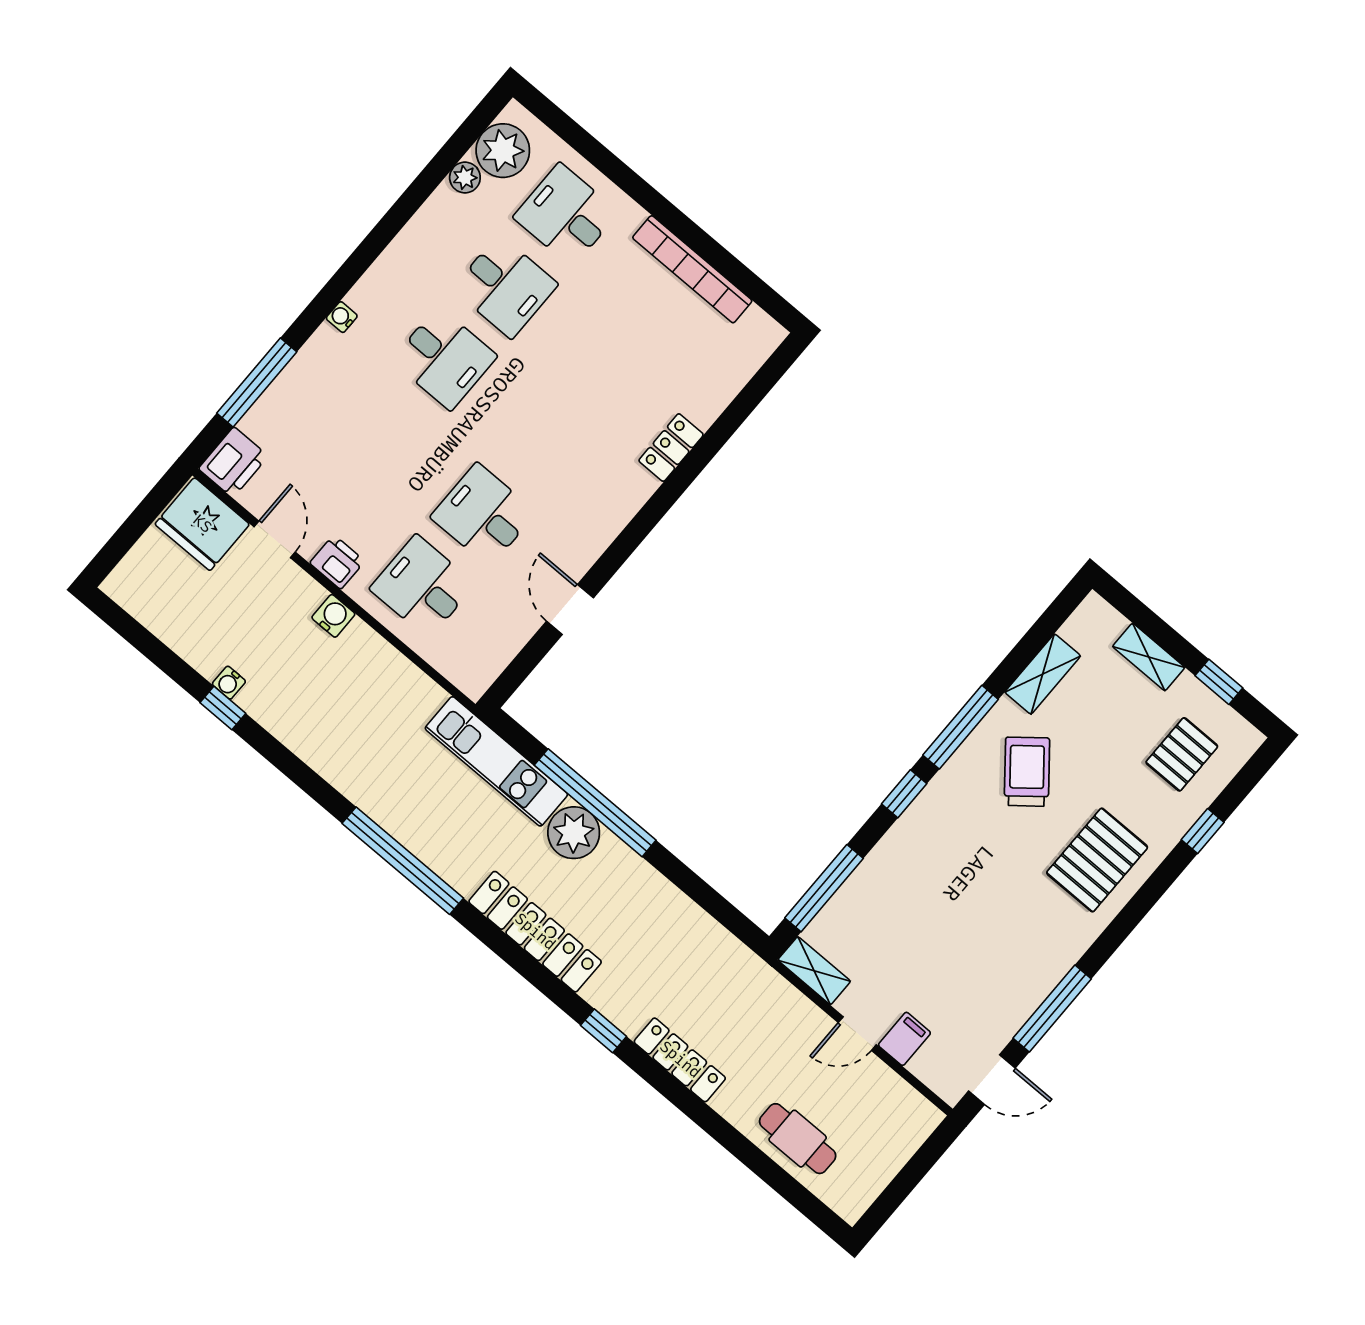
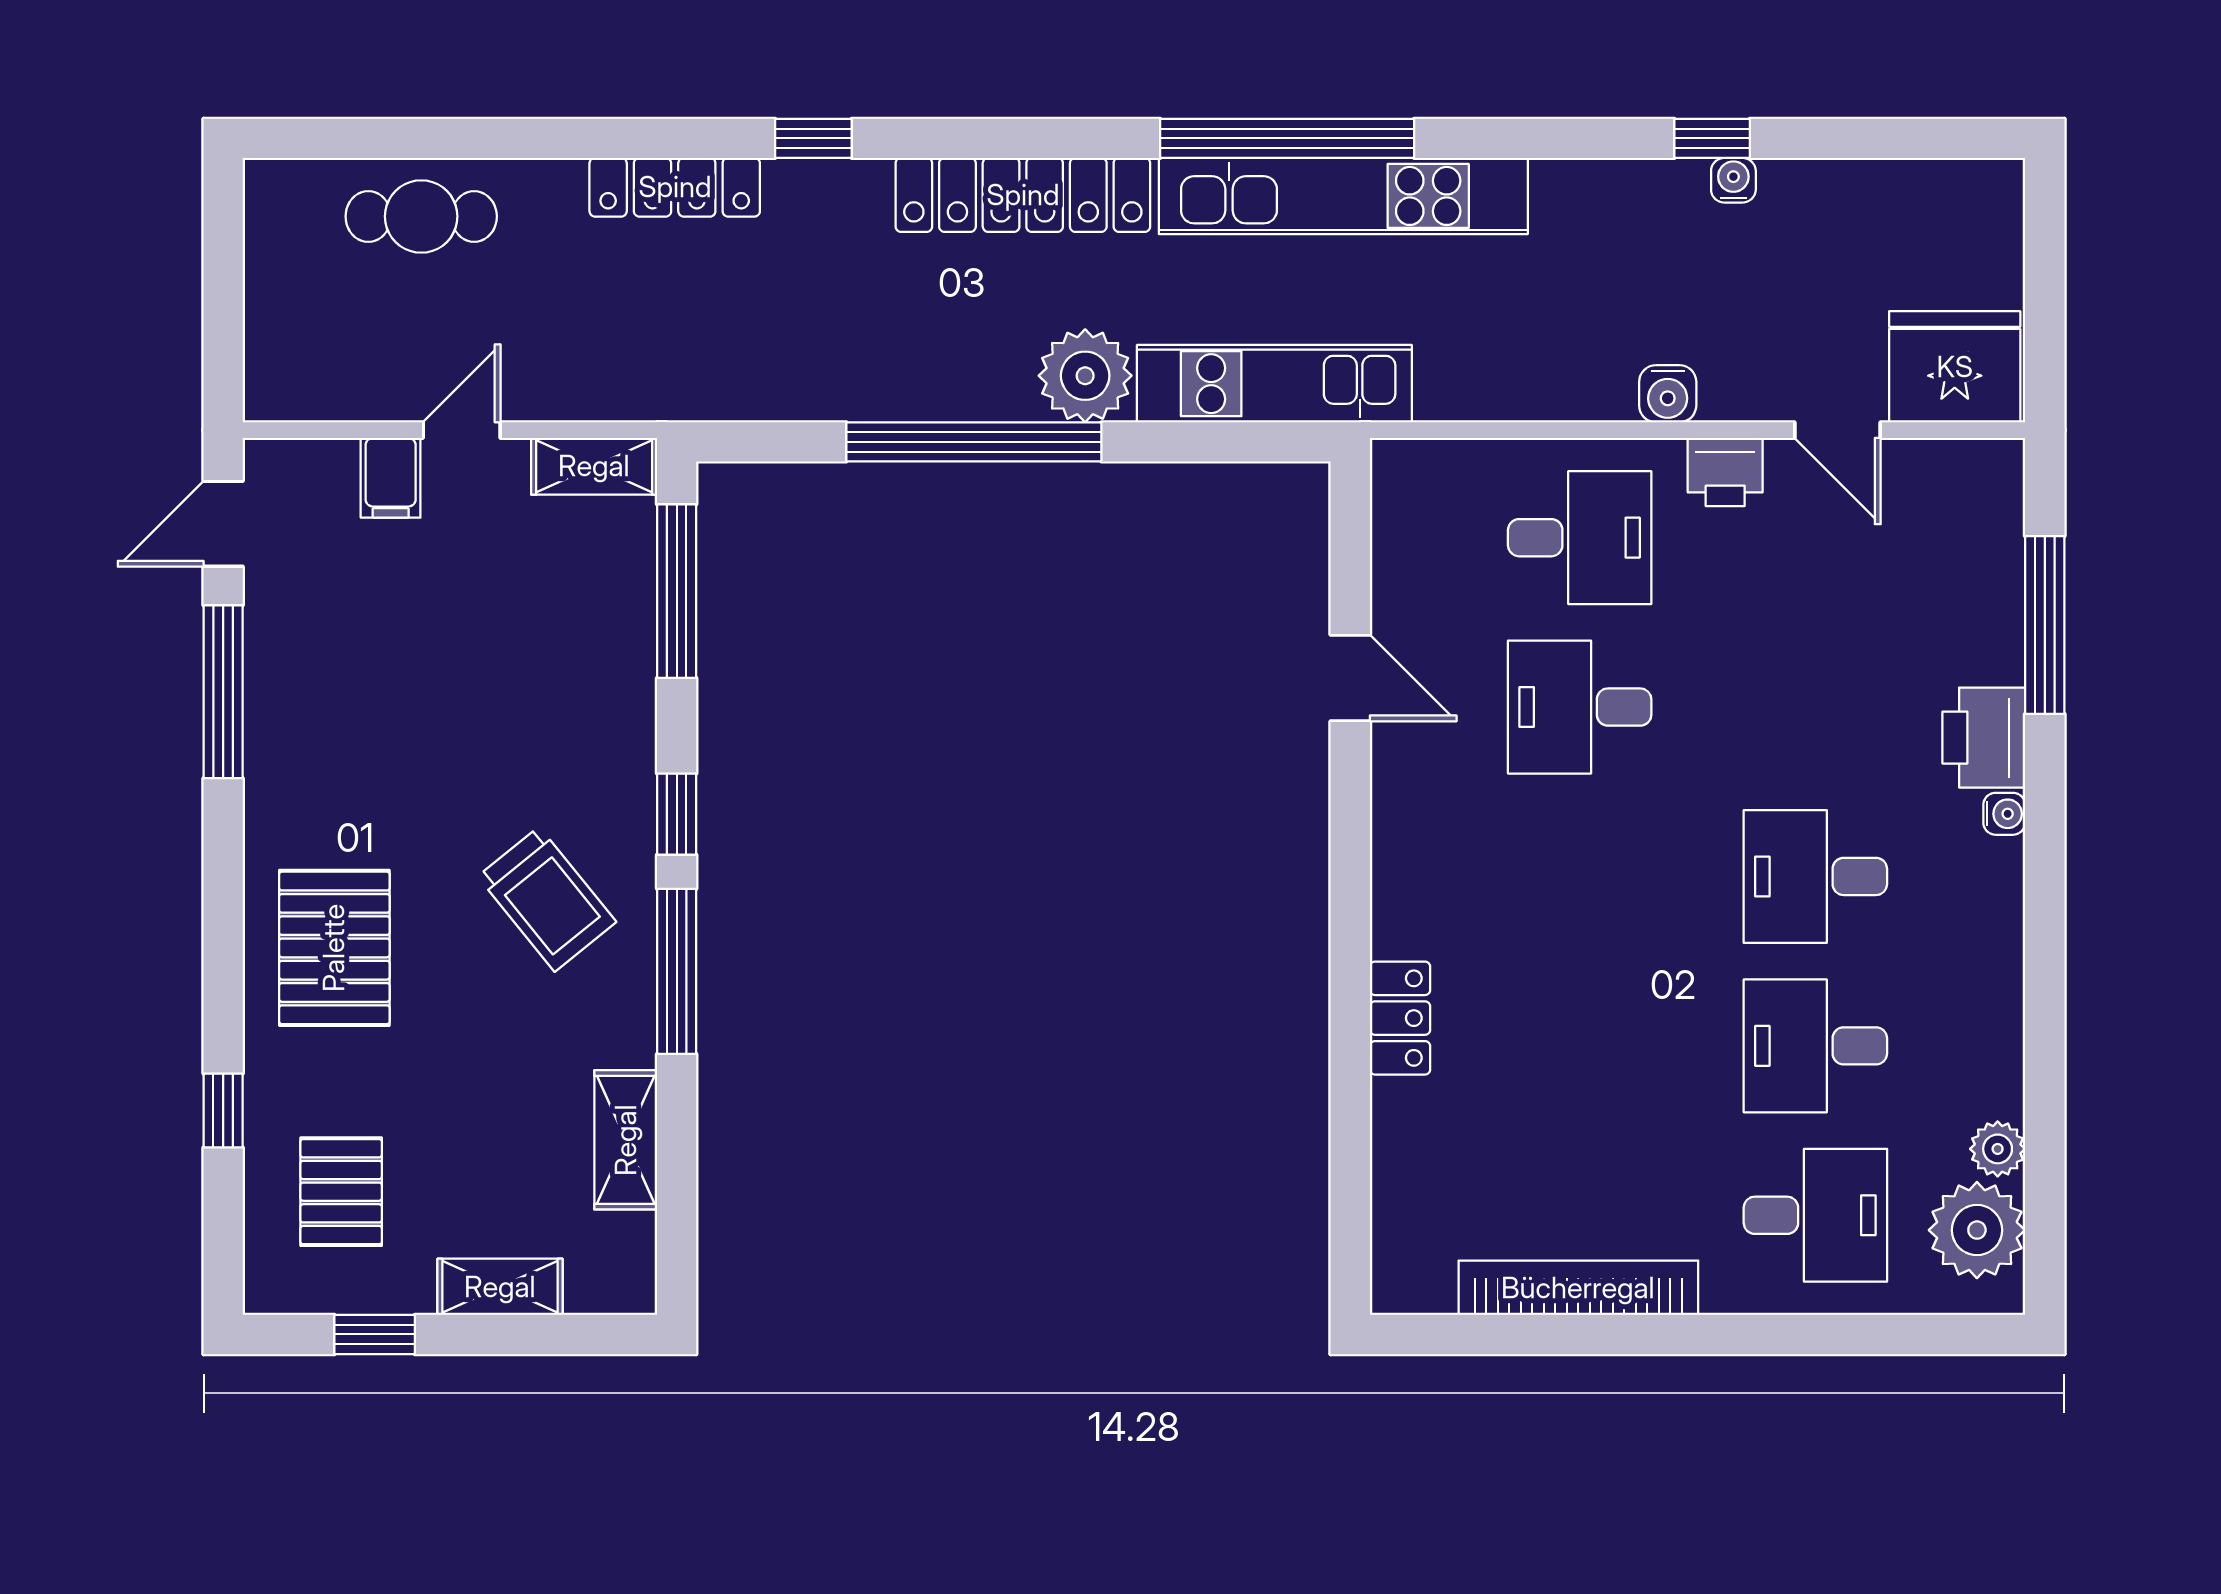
printer: (233, 462) -> (1984, 738), moved
desk: (483, 515) -> (1580, 707), turned 180
trolley: (1027, 772) -> (547, 899), moved
window: (595, 803) -> (974, 442), moved
kitchen unit: (400, 816) -> (1343, 196), added

